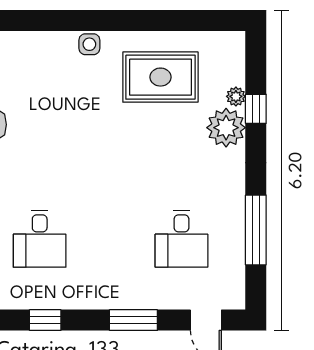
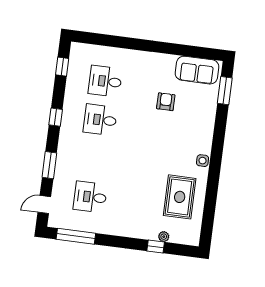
plant: (226, 128) -> (147, 229), removed
window: (256, 230) -> (76, 236), moved

